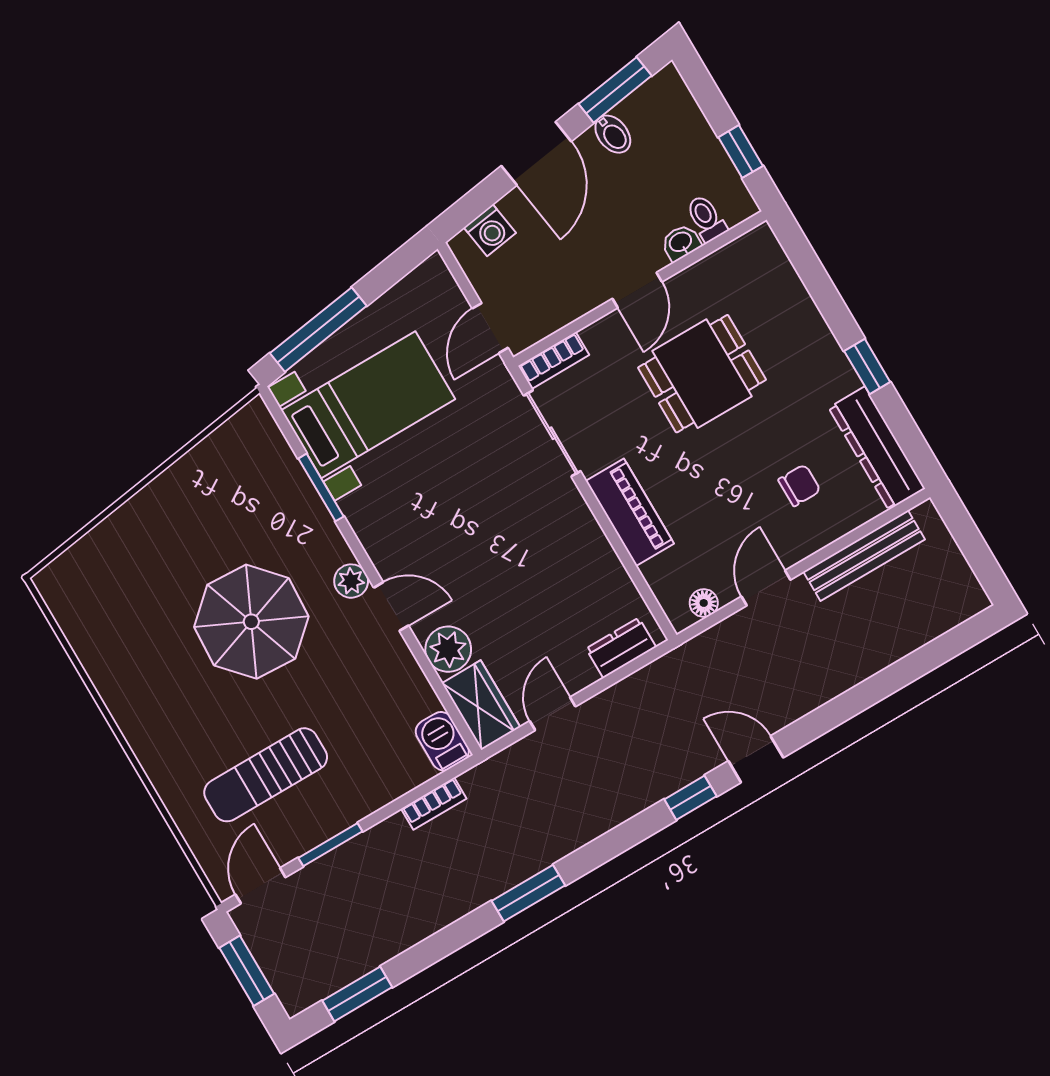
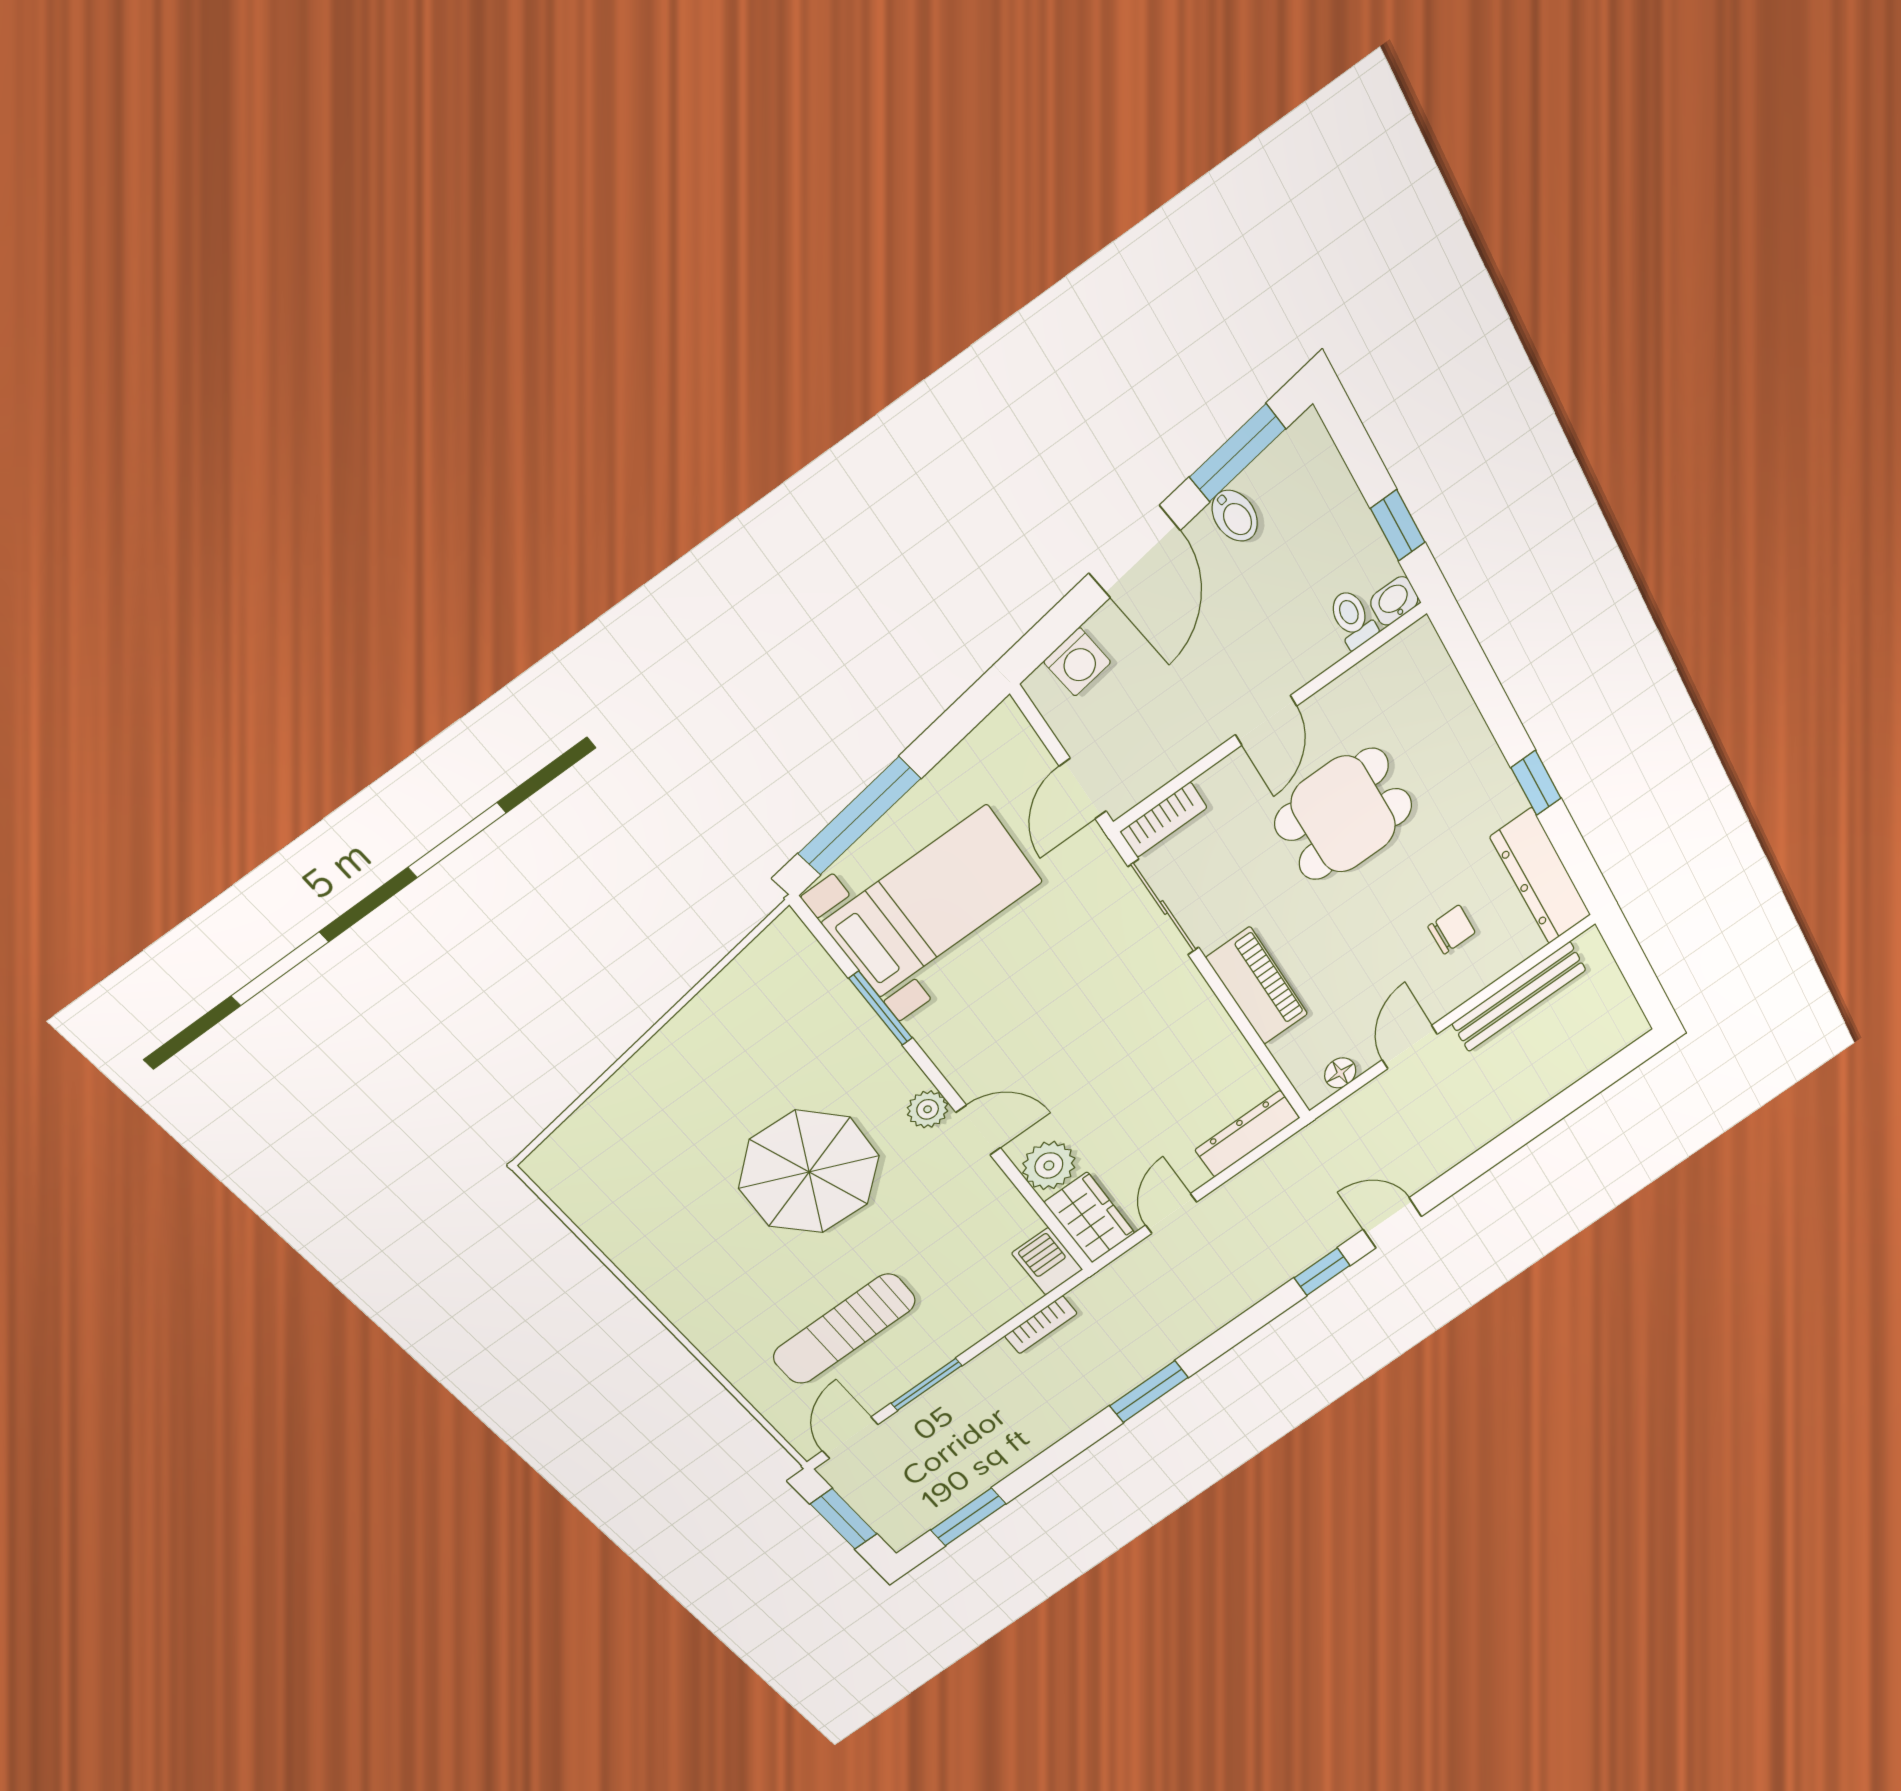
washbasin: (681, 243) -> (1394, 601), moved
dresser: (621, 648) -> (1247, 1134), width x1.44

